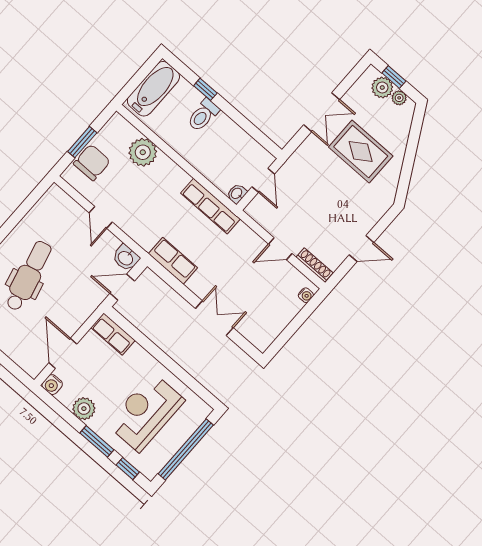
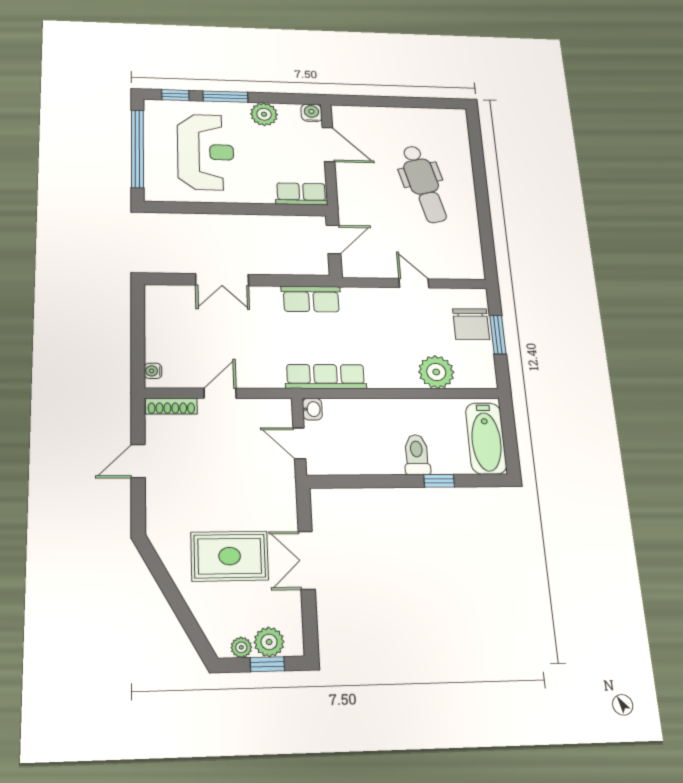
washbasin: (126, 258) -> (356, 267), removed

